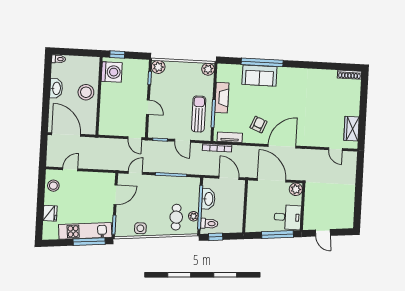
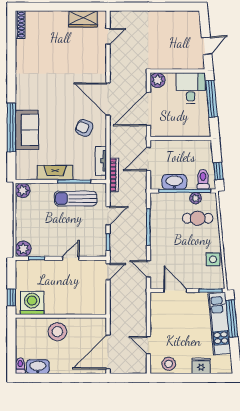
washbasin: (56, 88) -> (38, 367), moved

